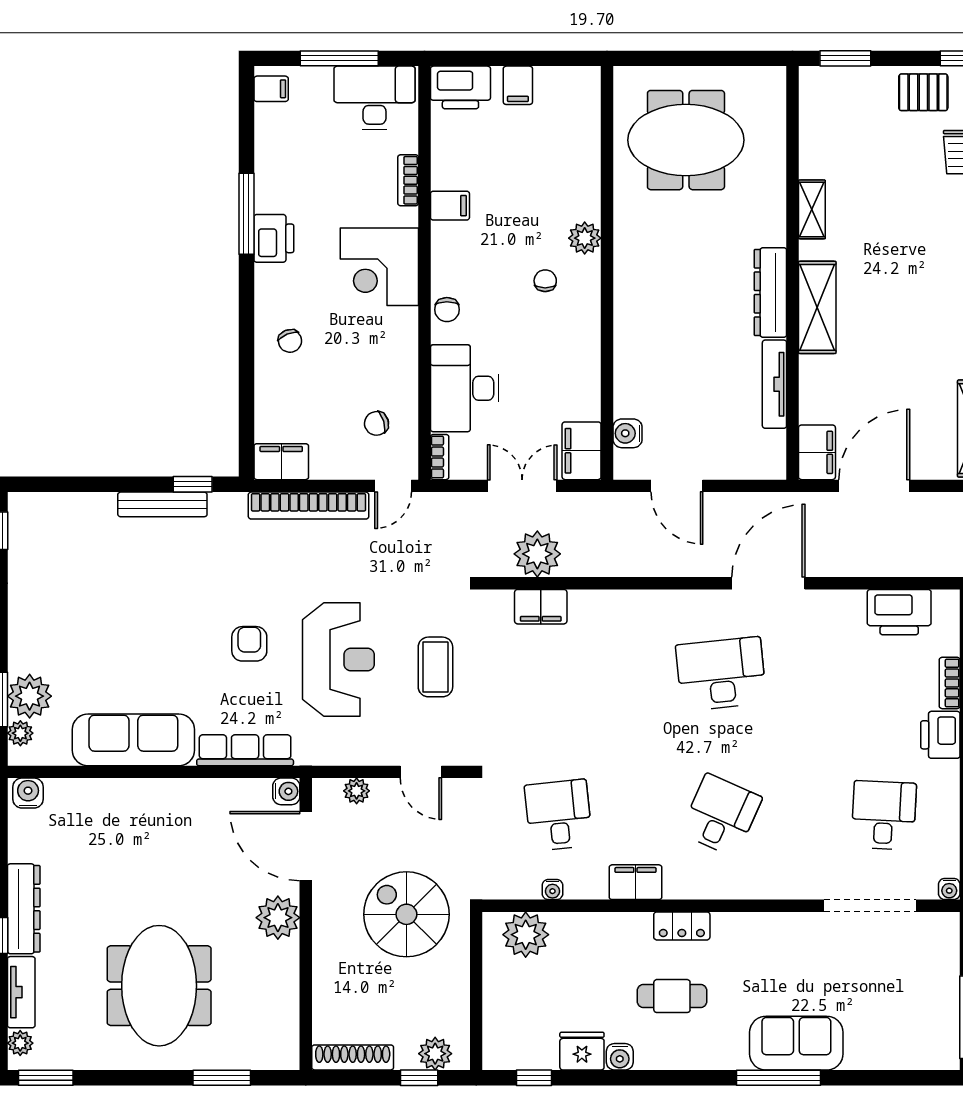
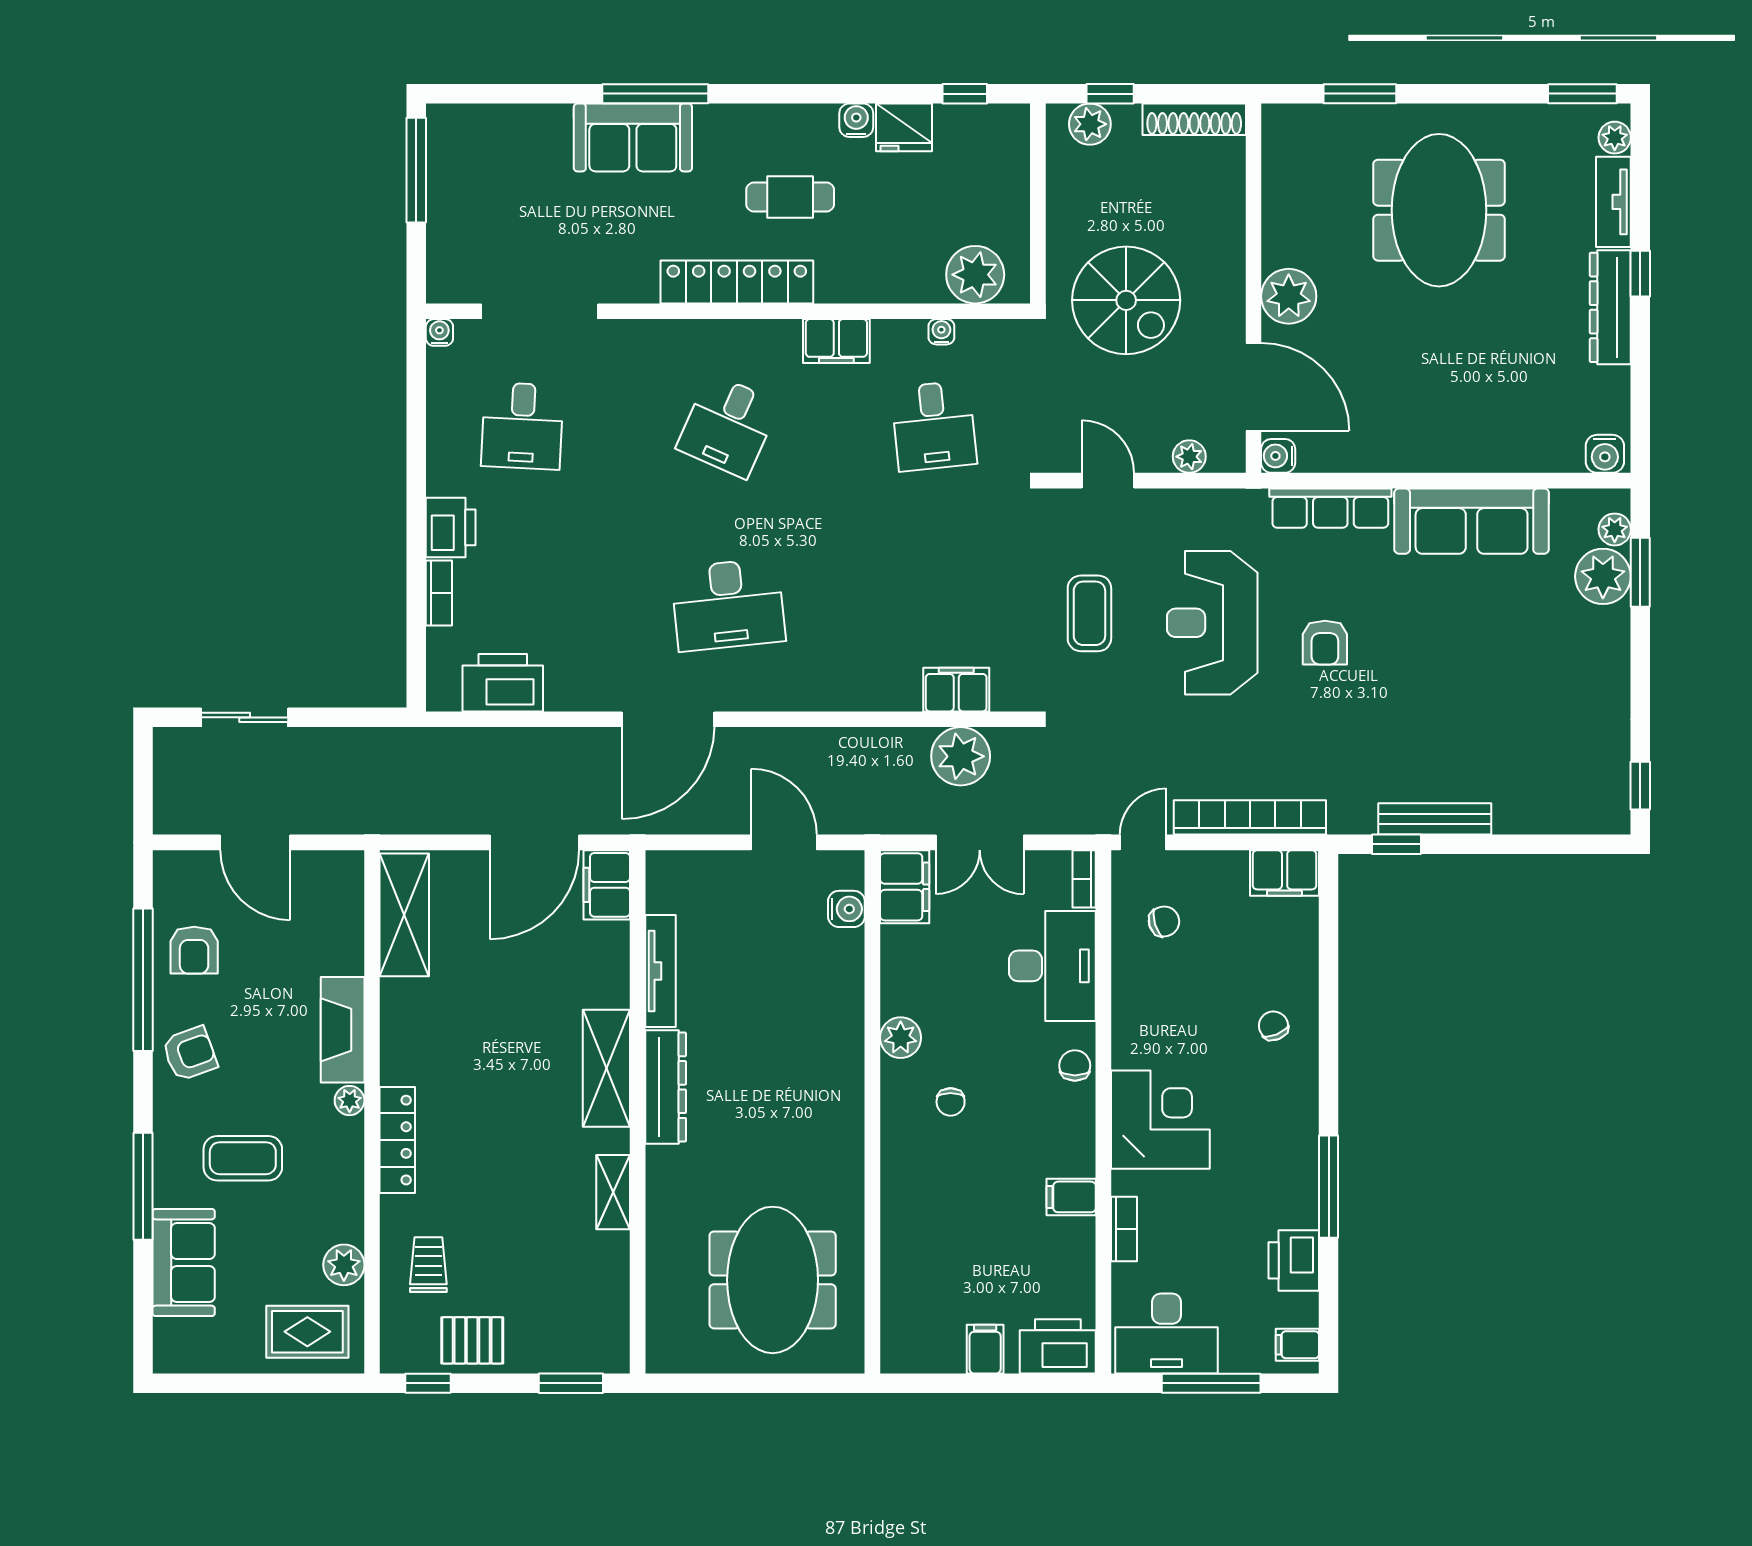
meeting table: (686, 140) -> (773, 1280), turned 90
printer: (274, 238) -> (1294, 1260), moved
plant: (585, 238) -> (901, 1038), moved
locker: (682, 926) -> (737, 282), width x2.16, depth x1.21

